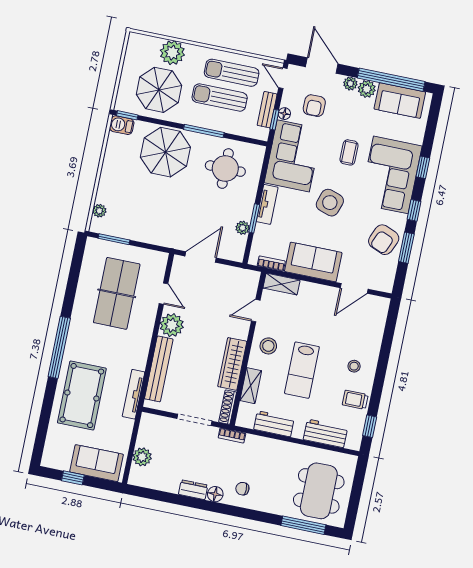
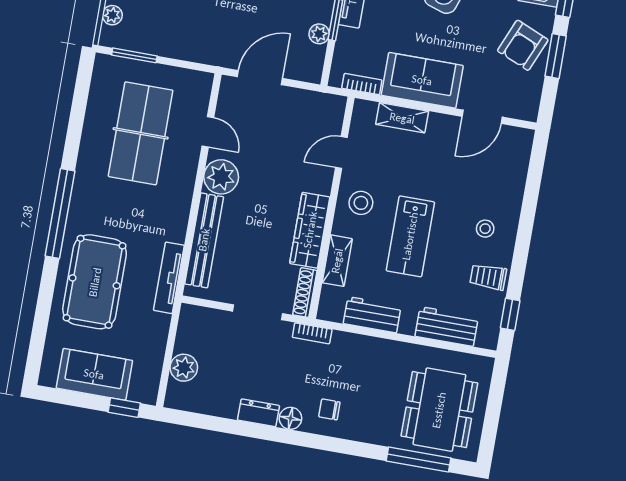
shelving: (281, 284) -> (402, 118), moved
sofa: (97, 463) -> (94, 374), moved
window: (73, 478) -> (124, 408), moved

